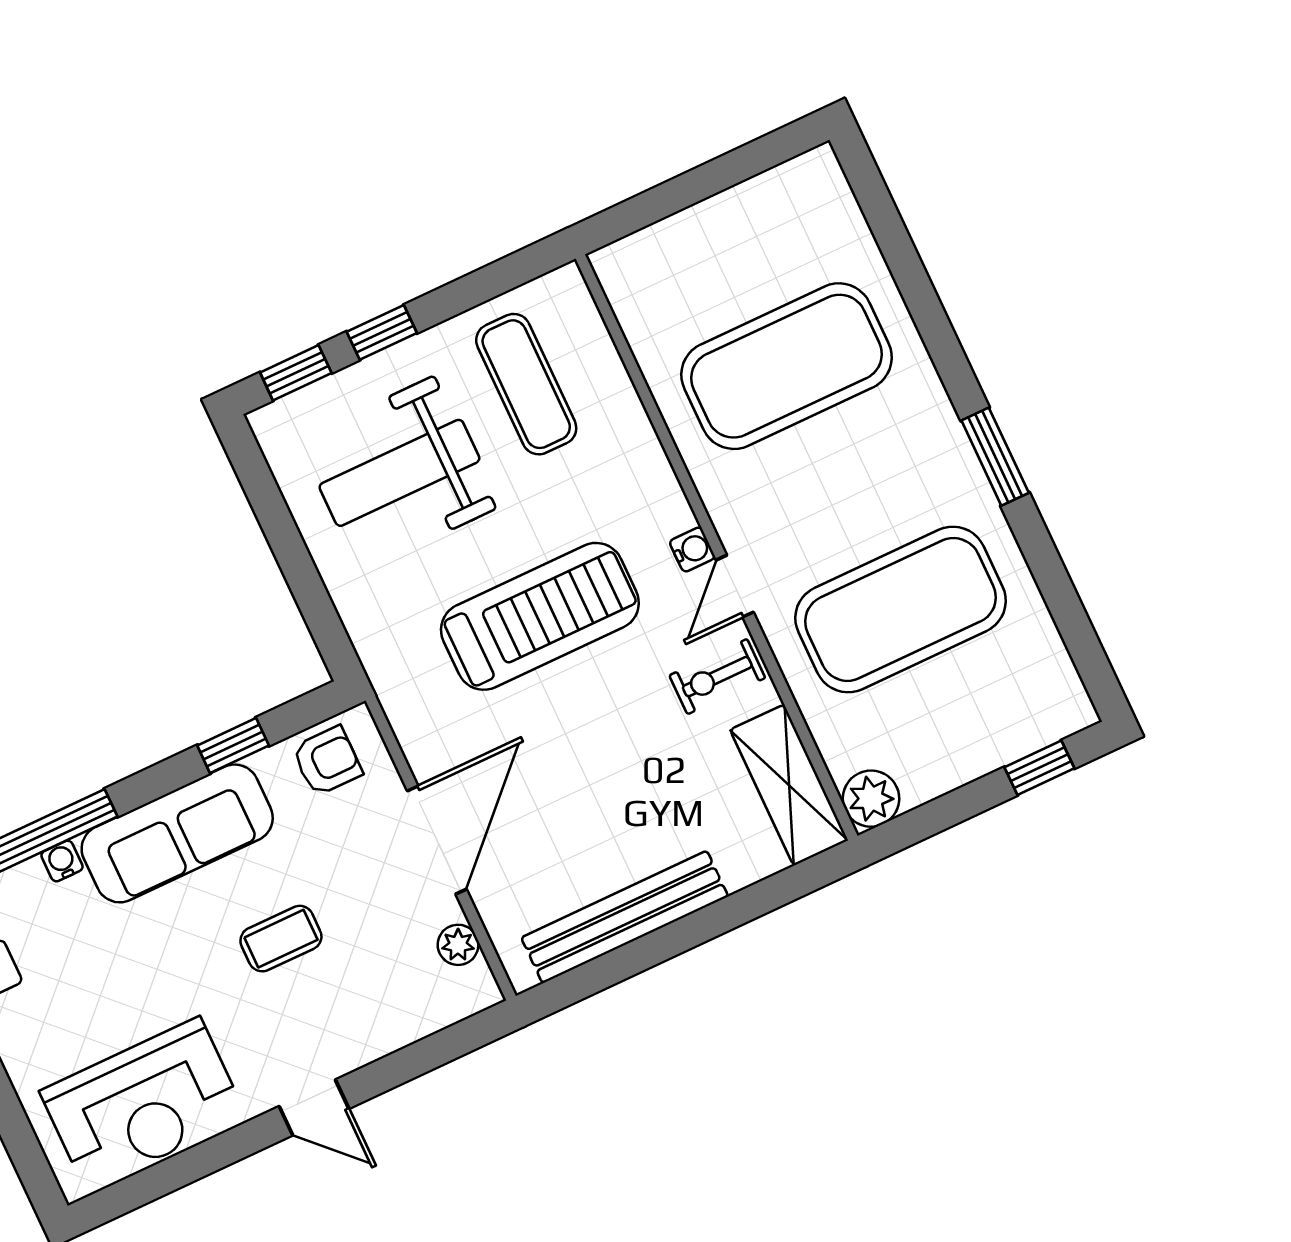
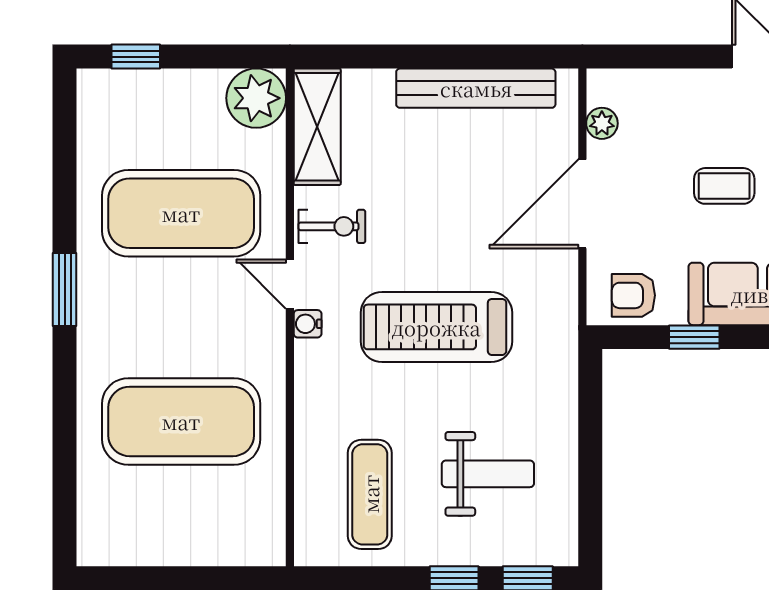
weight bench: (399, 473) -> (488, 474), width x0.73, depth x0.75
door: (735, 586) -> (290, 284), swing flipped
plant: (871, 799) -> (256, 98), width x1.36, depth x1.36

